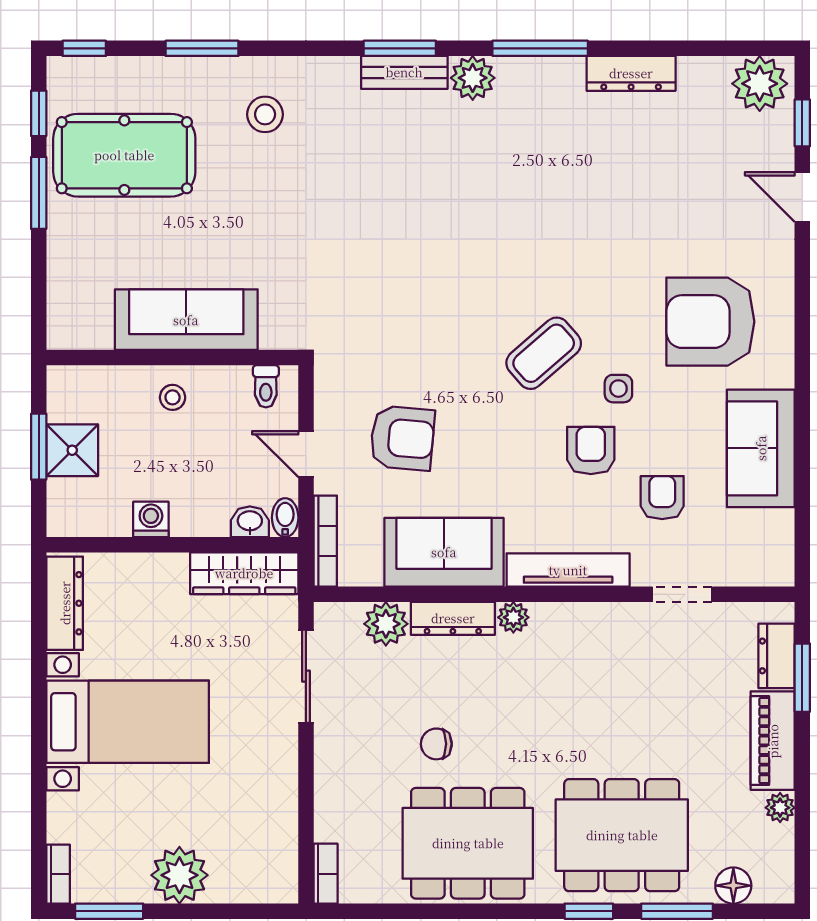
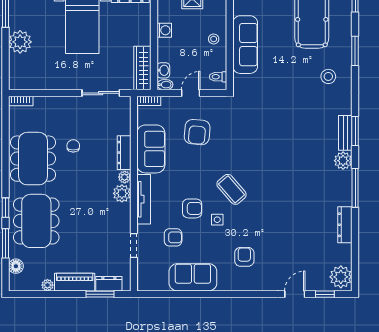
armchair: (710, 322) -> (244, 257), width x0.53, depth x0.53
bookcase: (325, 541) -> (149, 101), width x0.64
plant: (386, 624) -> (122, 193), moved

